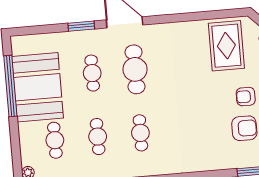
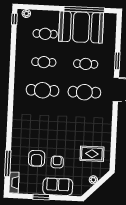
rug: (226, 46) -> (92, 154), width x0.73, depth x0.70
cafe table: (140, 133) -> (43, 90), width x1.37, depth x1.35

